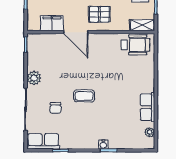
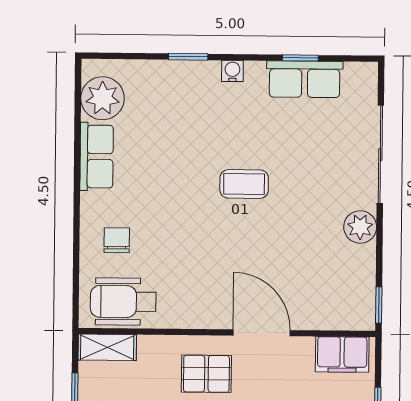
filing cabinet: (52, 23) -> (342, 354), moved
chair: (55, 108) -> (117, 240), moved
plant: (150, 132) -> (103, 98), width x1.87, depth x1.87
row of seats: (43, 141) -> (305, 79), moved
water cooler: (103, 144) -> (232, 71), moved

